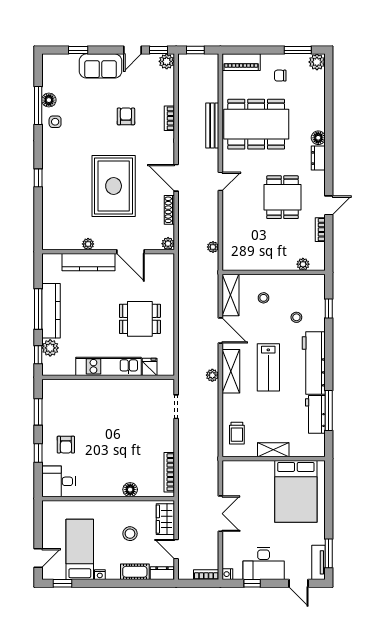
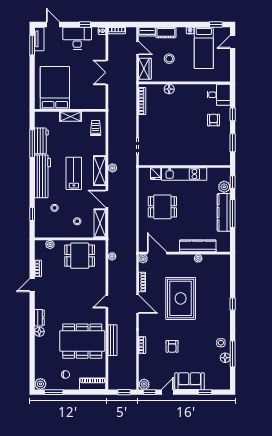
dining table: (282, 197) -> (80, 256), moved, turned 90
door: (131, 252) -> (157, 253), moved

